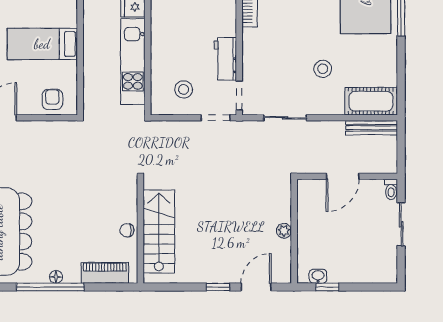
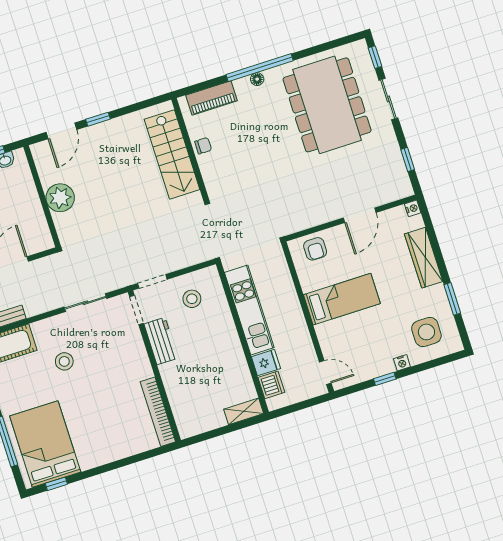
plant: (284, 231) -> (60, 198), width x1.88, depth x1.88

